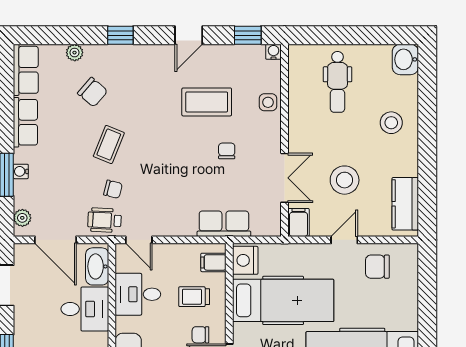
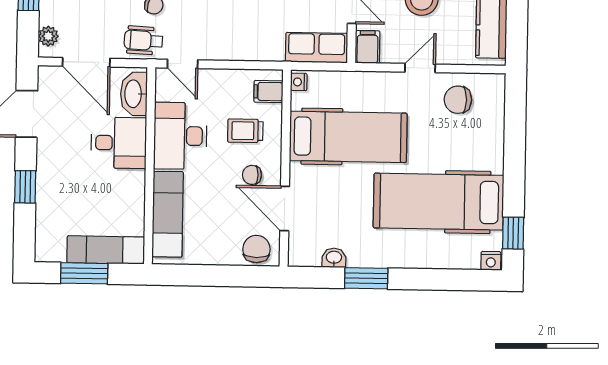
row of seats: (224, 224) -> (317, 48), moved
nightstand: (245, 260) -> (299, 82), width x0.53, depth x0.56
desk: (138, 294) -> (180, 136), width x1.37

